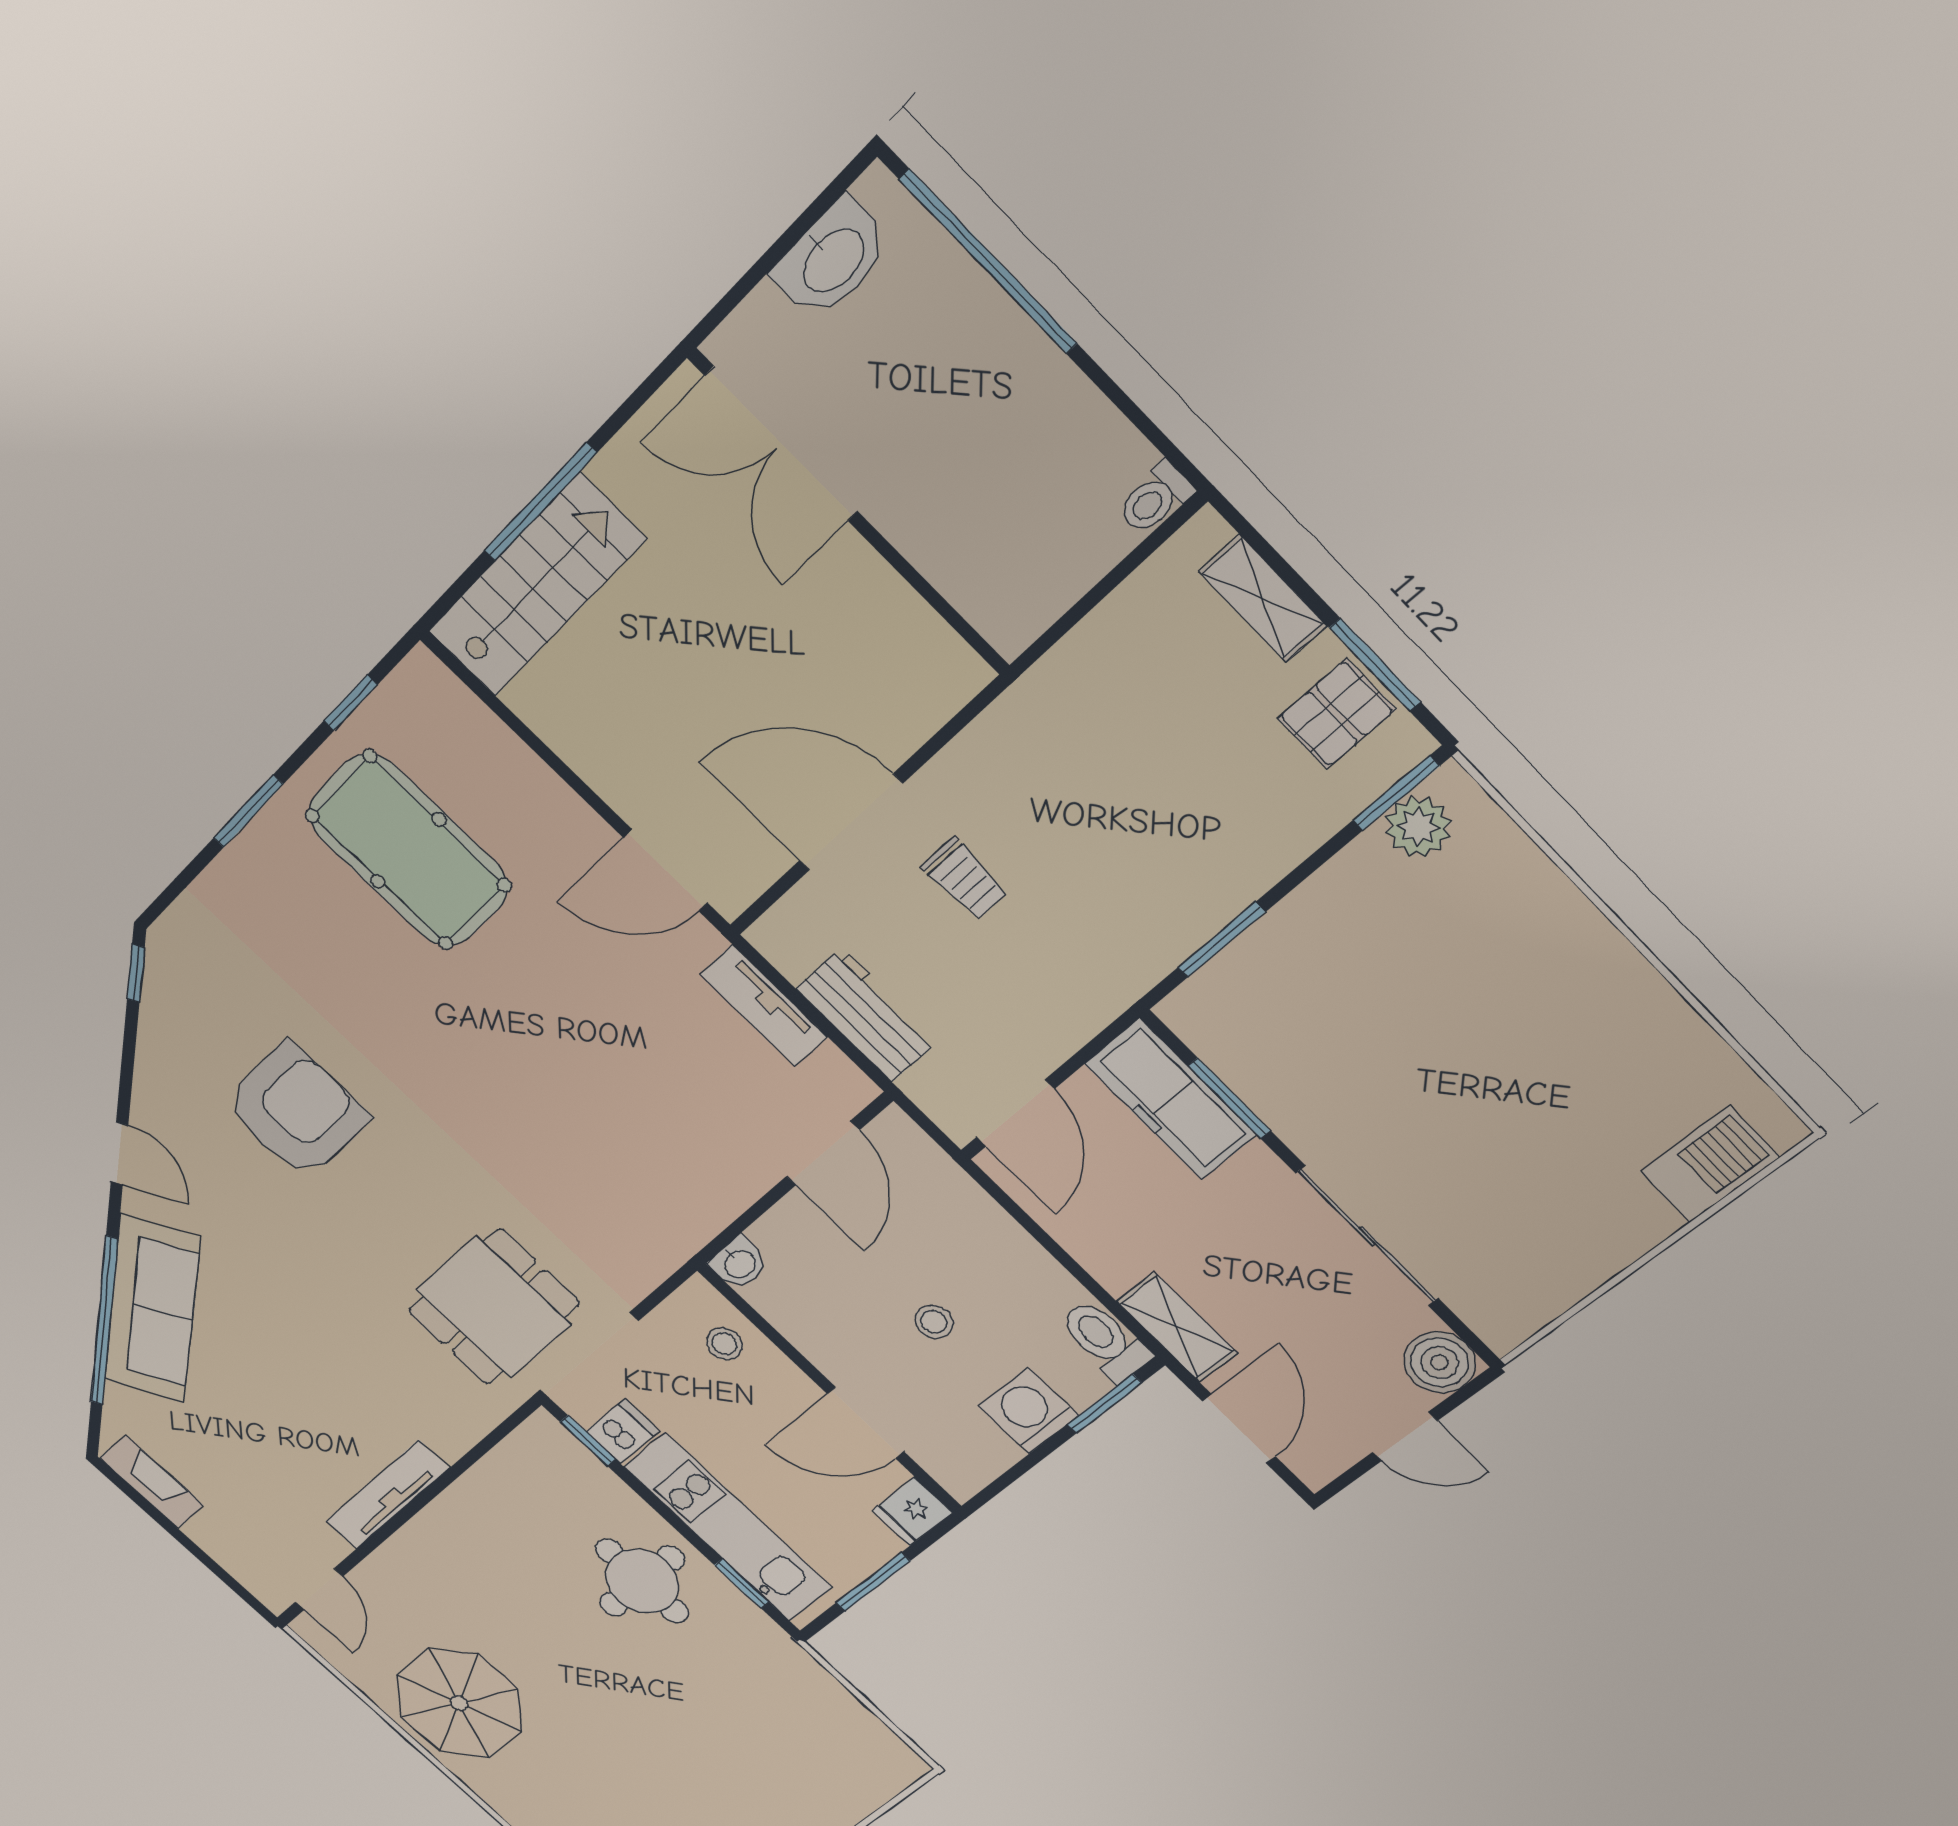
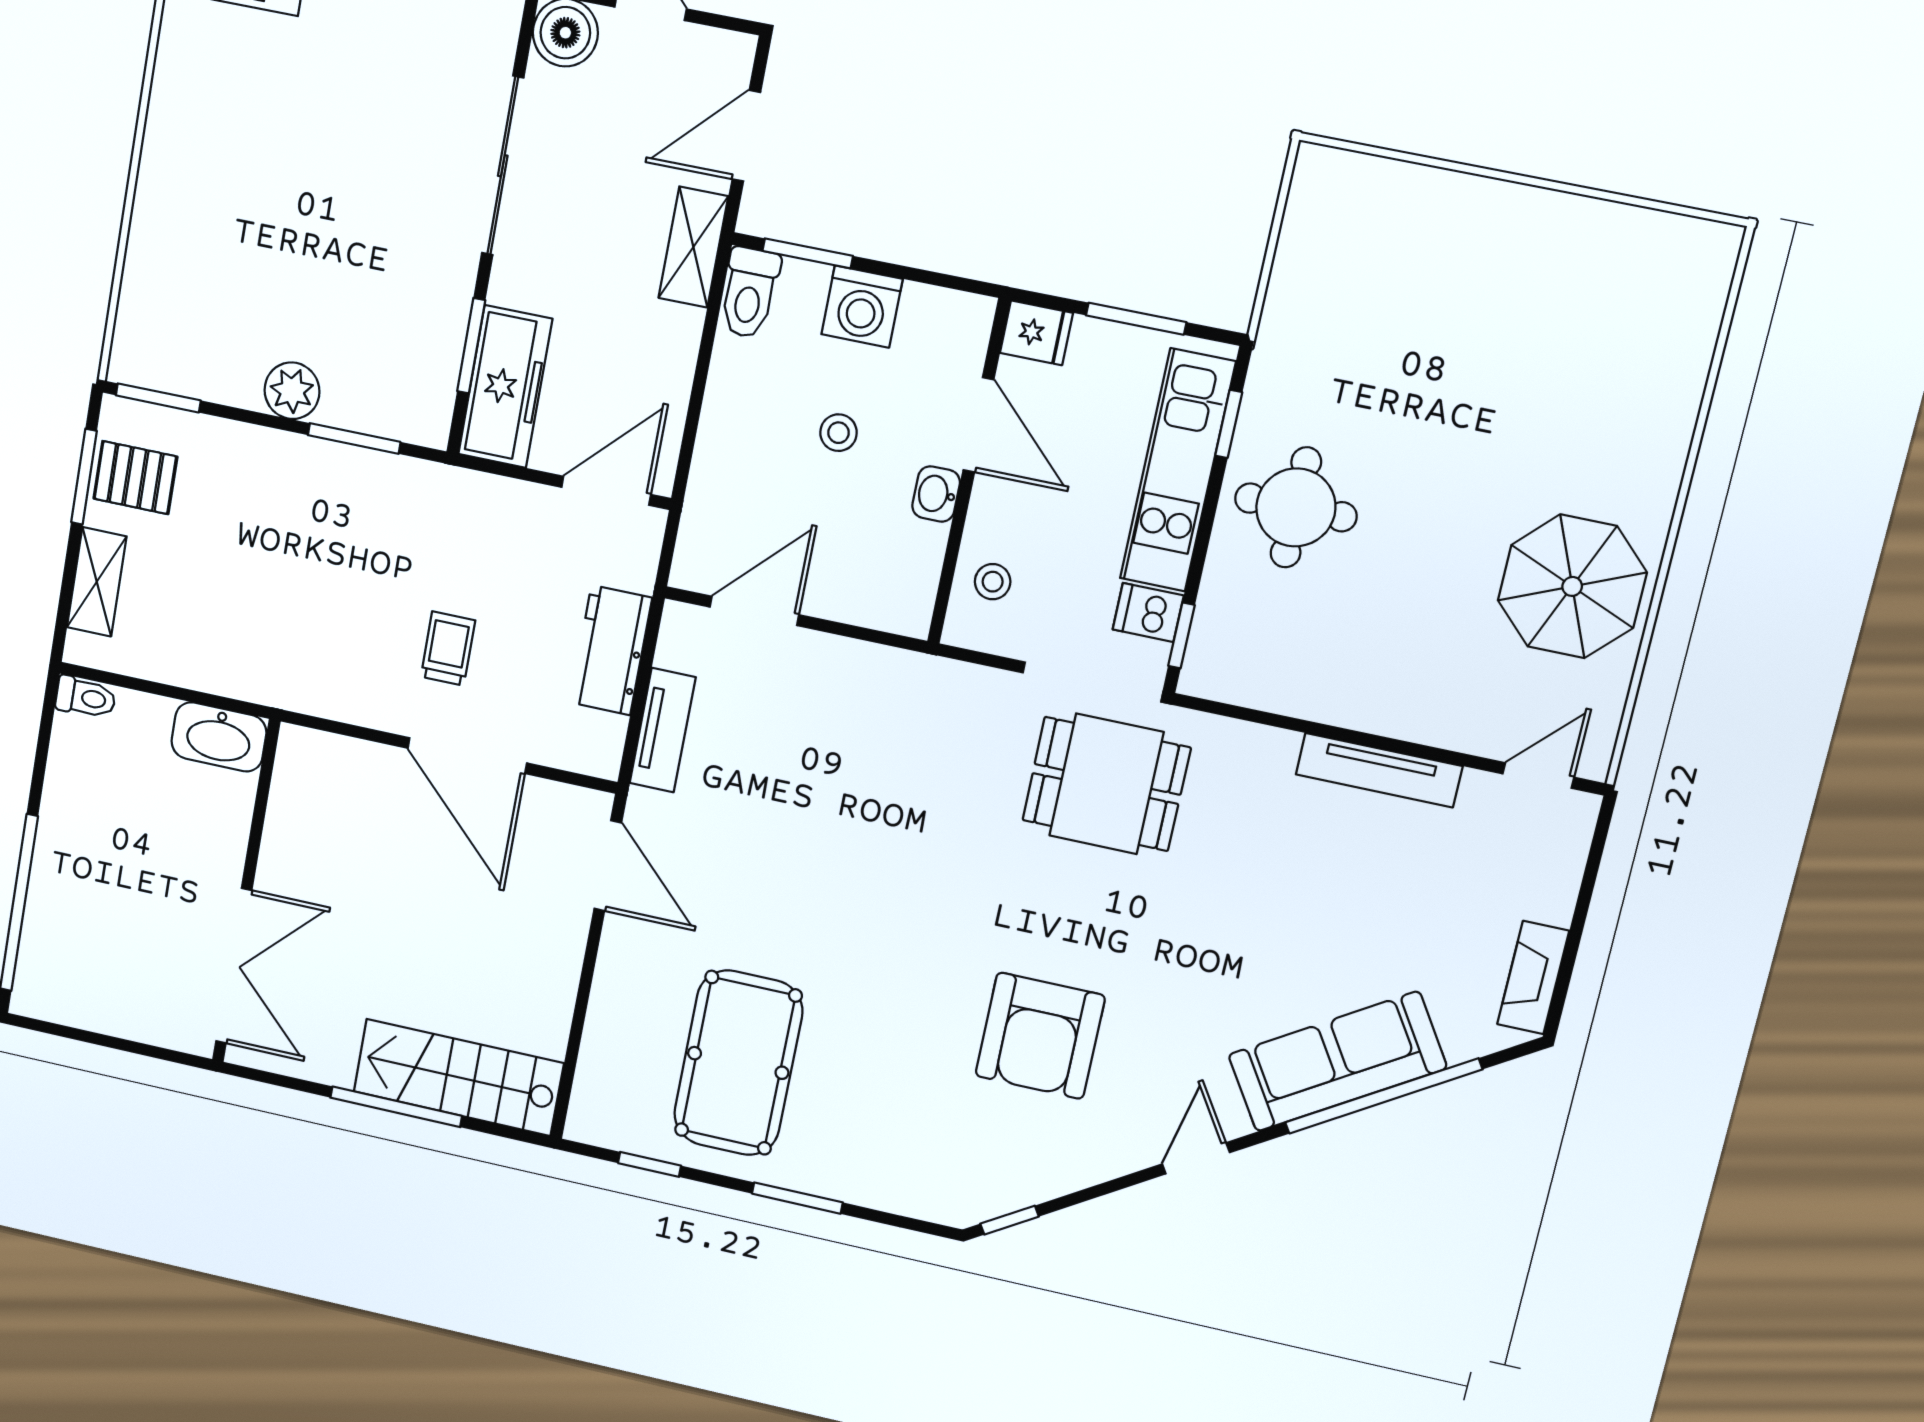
washbasin: (832, 259) -> (219, 737), moved, turned 180
plant: (1418, 827) -> (292, 391), moved
armchair: (296, 1111) -> (1040, 1036), turned -90
washbasin: (739, 1263) -> (936, 494), moved, turned -90

